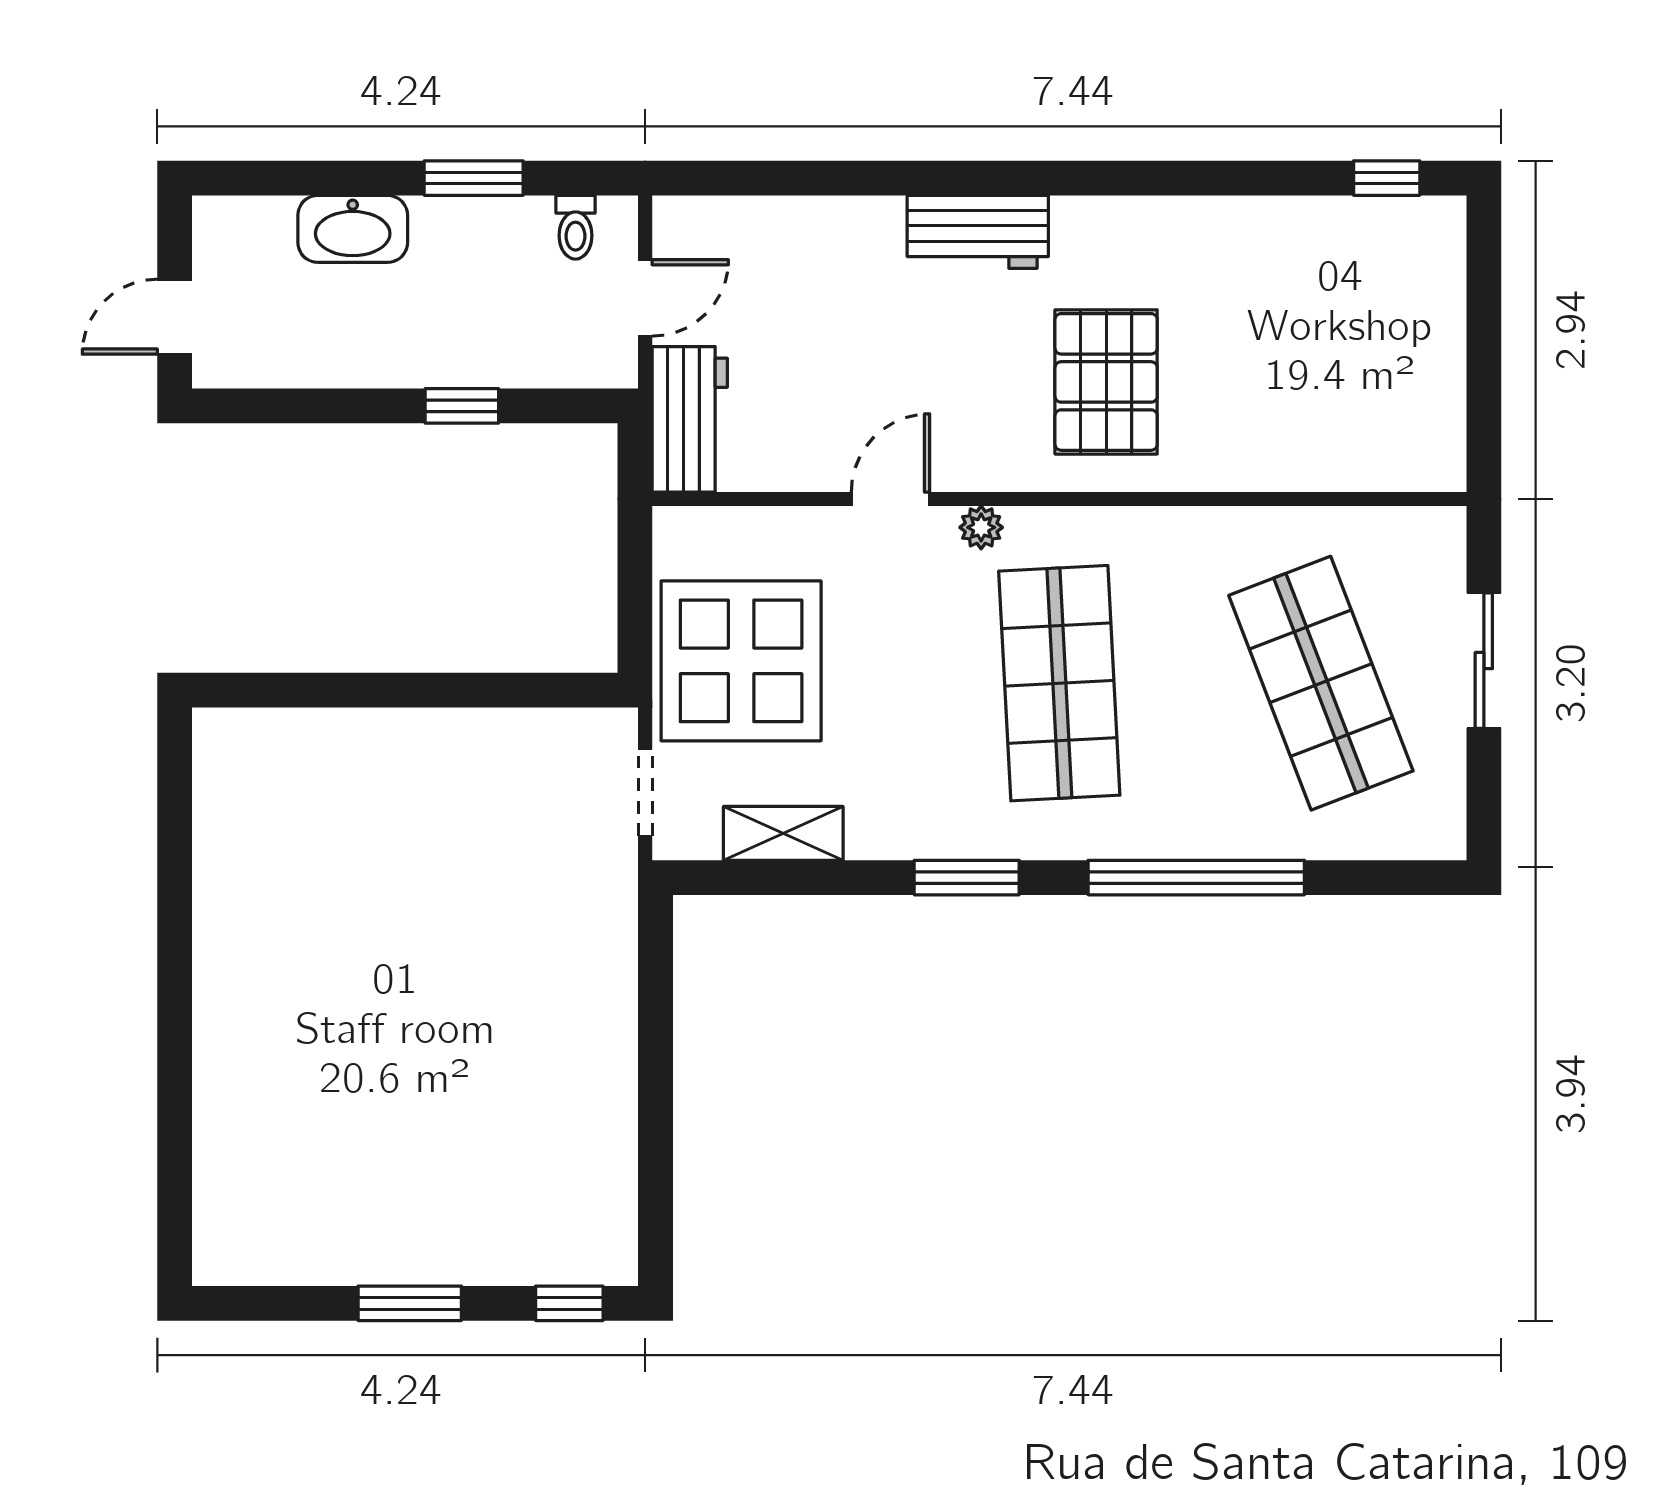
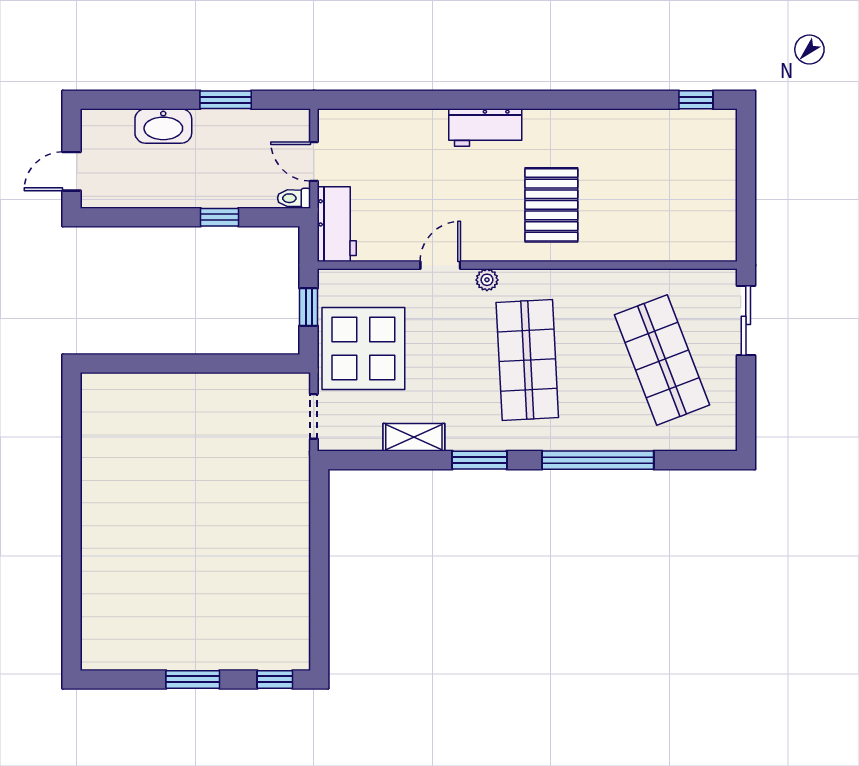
toilet: (576, 227) -> (294, 198), moved, turned 90
door: (645, 298) -> (314, 162), swing flipped
window: (635, 580) -> (309, 307), added
sliding door: (1484, 661) -> (746, 320), moved
shelving: (783, 833) -> (414, 437), moved

